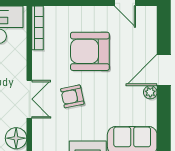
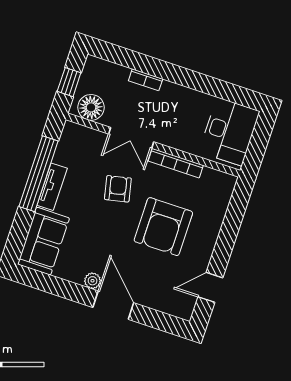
bookcase: (38, 28) -> (176, 163), moved
armchair: (90, 51) -> (163, 227), turned 180

